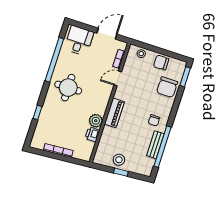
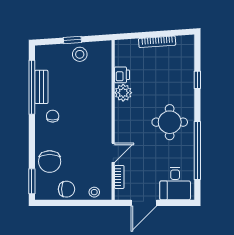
chair: (167, 87) -> (50, 161), turned 180
piano: (114, 113) -> (104, 110), removed

